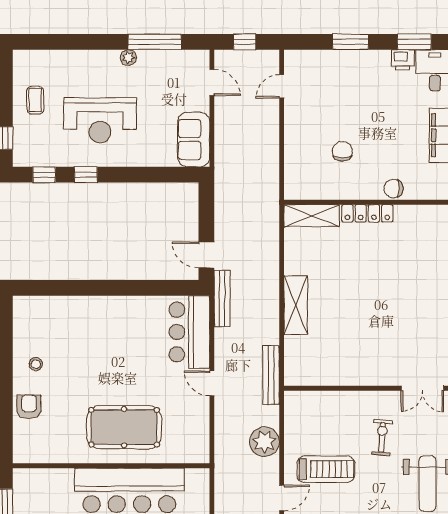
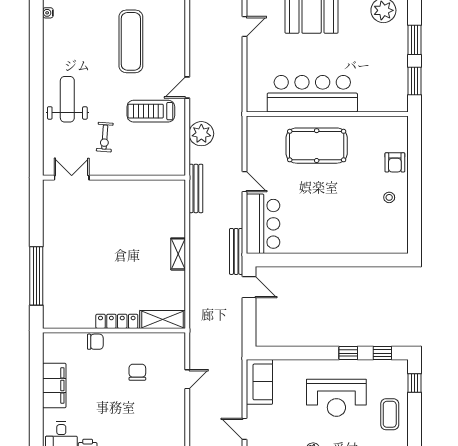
door: (282, 86) -> (187, 379), moved
coffee table: (35, 100) -> (390, 414), width x1.36, depth x1.30
reception desk: (100, 120) -> (336, 398), turned 180
chair: (342, 151) -> (137, 372), turned 180
shelving: (296, 305) -> (178, 254), width x0.67, depth x0.75

